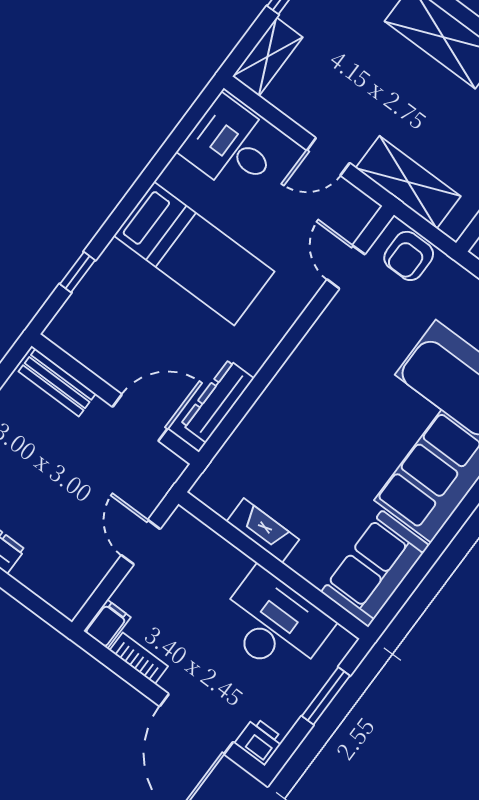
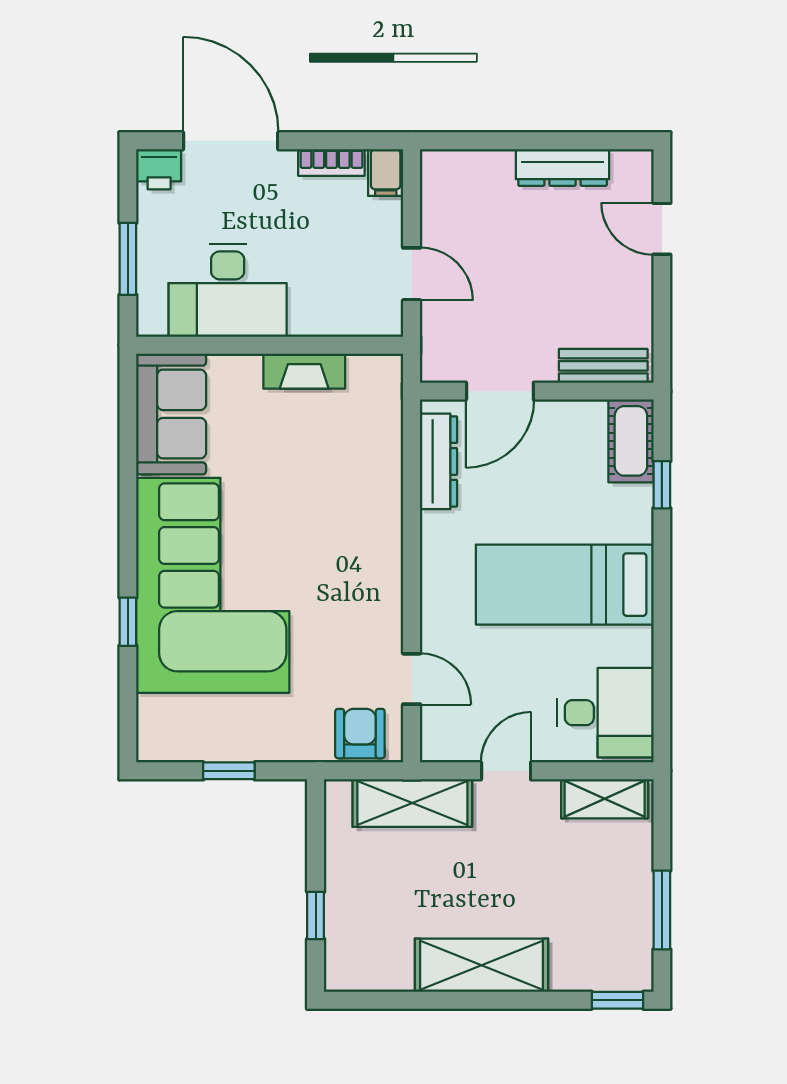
shelving: (268, 57) -> (605, 799), moved, turned 90
cot: (76, 317) -> (631, 441), added

